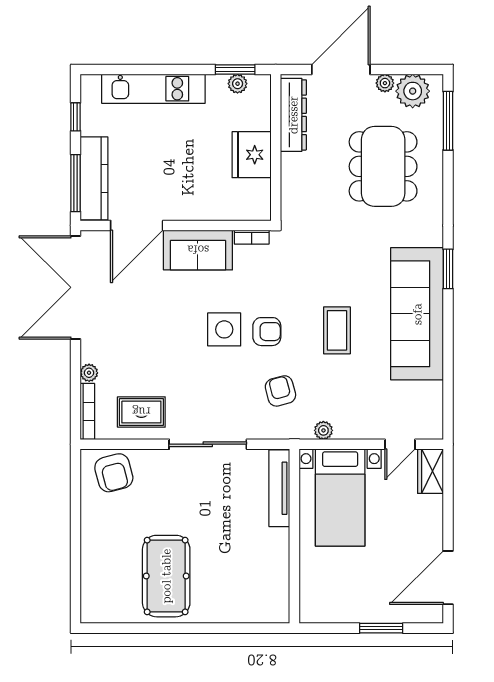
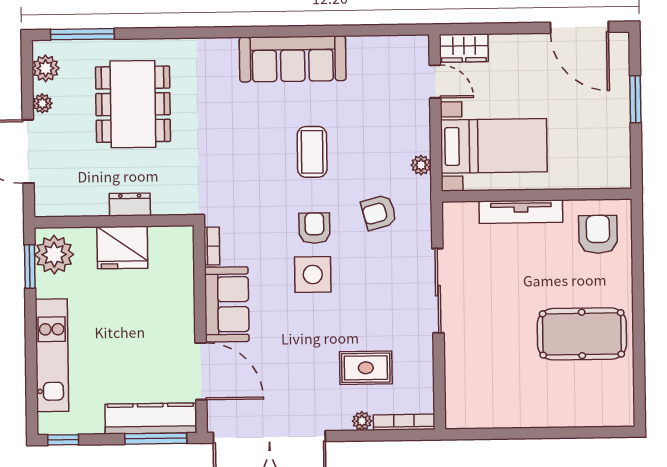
plant: (238, 84) -> (54, 255), width x1.88, depth x1.88
plant: (413, 91) -> (46, 68), width x0.73, depth x0.73
dresser: (293, 115) -> (130, 205), moved, width x0.51, depth x0.80
window: (76, 117) -> (63, 440), moved
dining table: (383, 166) -> (133, 104), turned 90
window: (448, 269) -> (244, 32), removed
sofa: (417, 314) -> (293, 59), width x0.74, depth x0.79
coffee table: (337, 330) -> (312, 152), turned 90
rug: (141, 412) -> (366, 368), moved, turned 90
armchair: (114, 473) -> (598, 234), moved, turned -75
tv unit: (279, 488) -> (521, 212), moved

